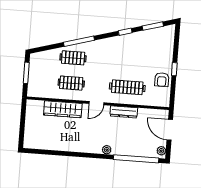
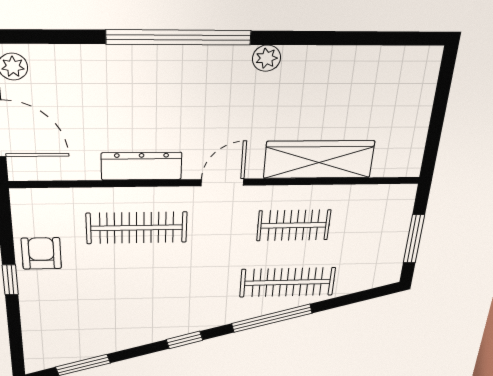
window: (125, 32) -> (185, 340), moved
clothes rail: (73, 58) -> (287, 282), width x1.36
plant: (107, 150) -> (266, 58), moved
window: (136, 159) -> (179, 37), moved

